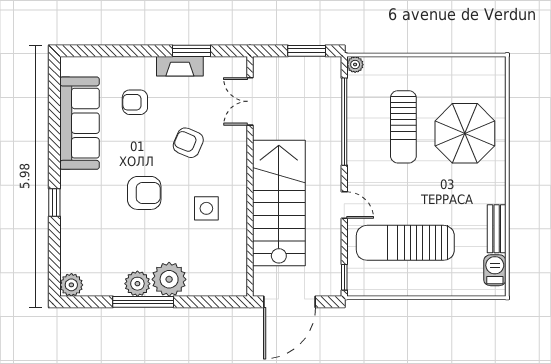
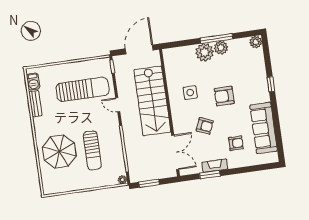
double door: (250, 101) -> (175, 152), width x1.37
sun lounger: (403, 127) -> (92, 150), turned 180

